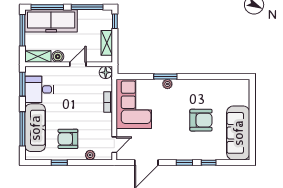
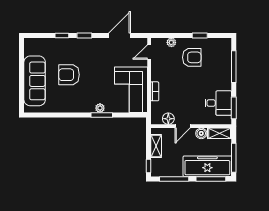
floor lamp: (106, 72) -> (168, 119), moved
sofa: (35, 128) -> (222, 68), removed
sofa: (238, 133) -> (35, 81), moved

